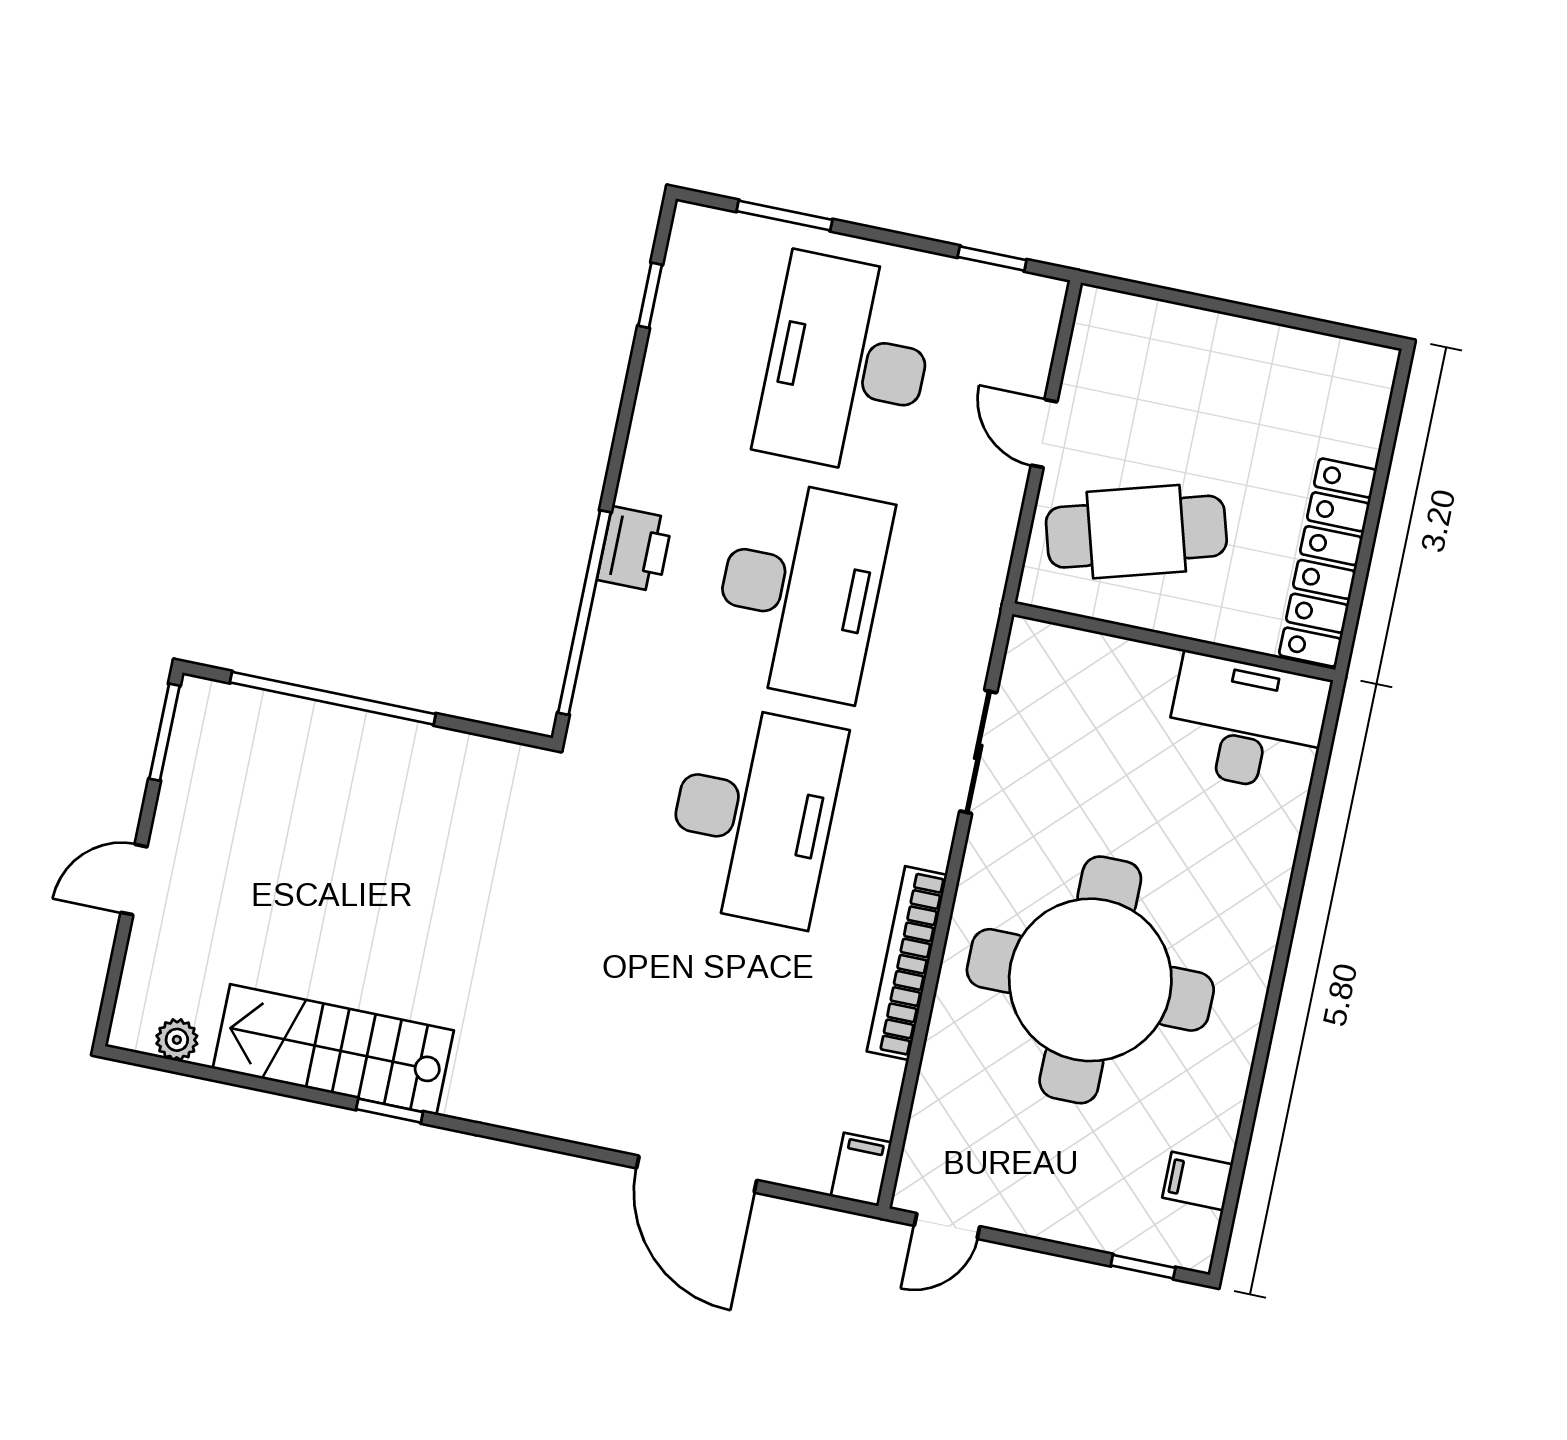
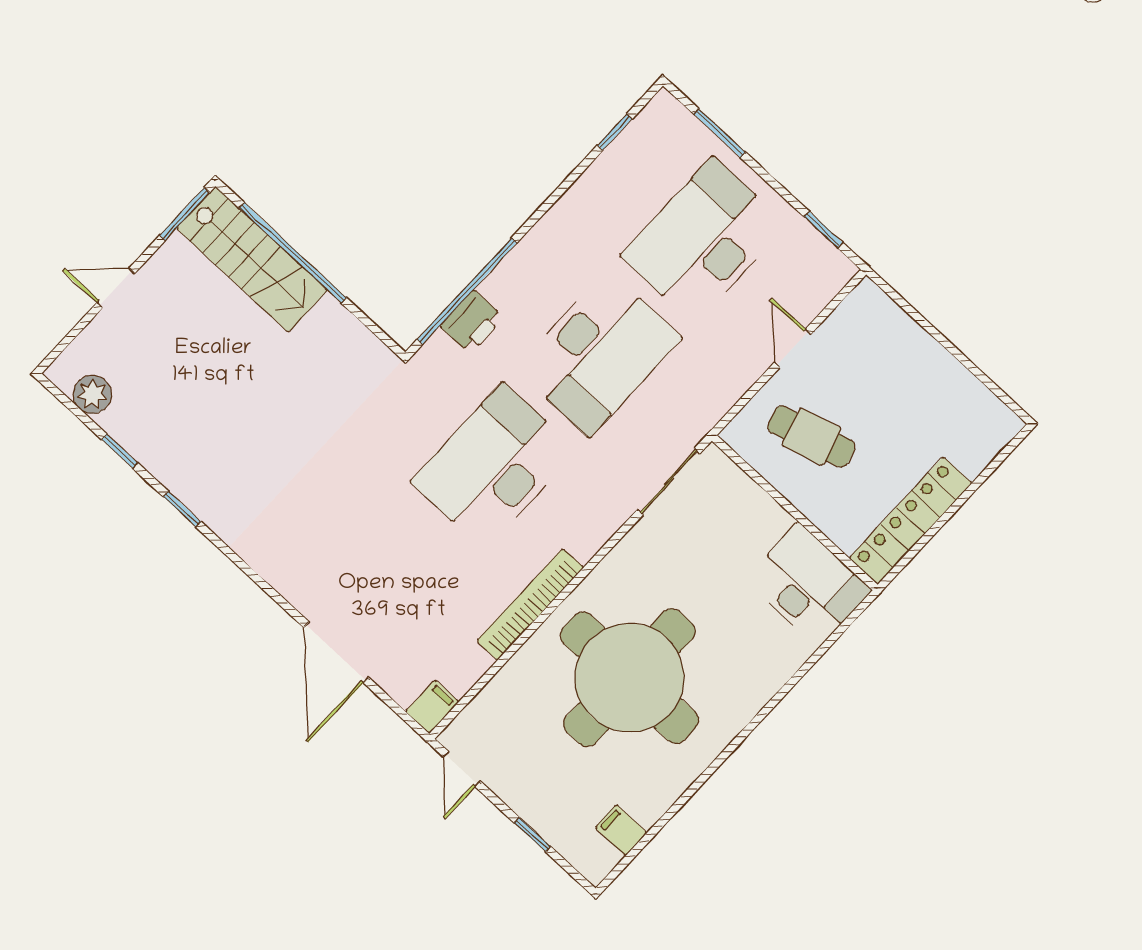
cafe table: (1136, 532) -> (811, 437), width x0.73, depth x0.74
printer: (635, 549) -> (472, 322), moved
sliding door: (978, 752) -> (669, 482), moved
desk: (754, 815) -> (494, 466), turned 180
plant: (177, 1040) -> (92, 394), width x1.38, depth x1.38
stairs: (333, 1049) -> (252, 259), moved, turned 180
window: (265, 1085) -> (120, 451), added
door: (947, 1226) -> (462, 769), hinge flipped
window: (1143, 1267) -> (532, 835), moved

